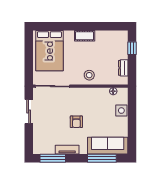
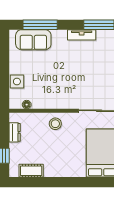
cot: (85, 36) -> (31, 171), moved
armchair: (76, 122) -> (71, 68), removed
sofa: (108, 146) -> (33, 40), width x0.73

